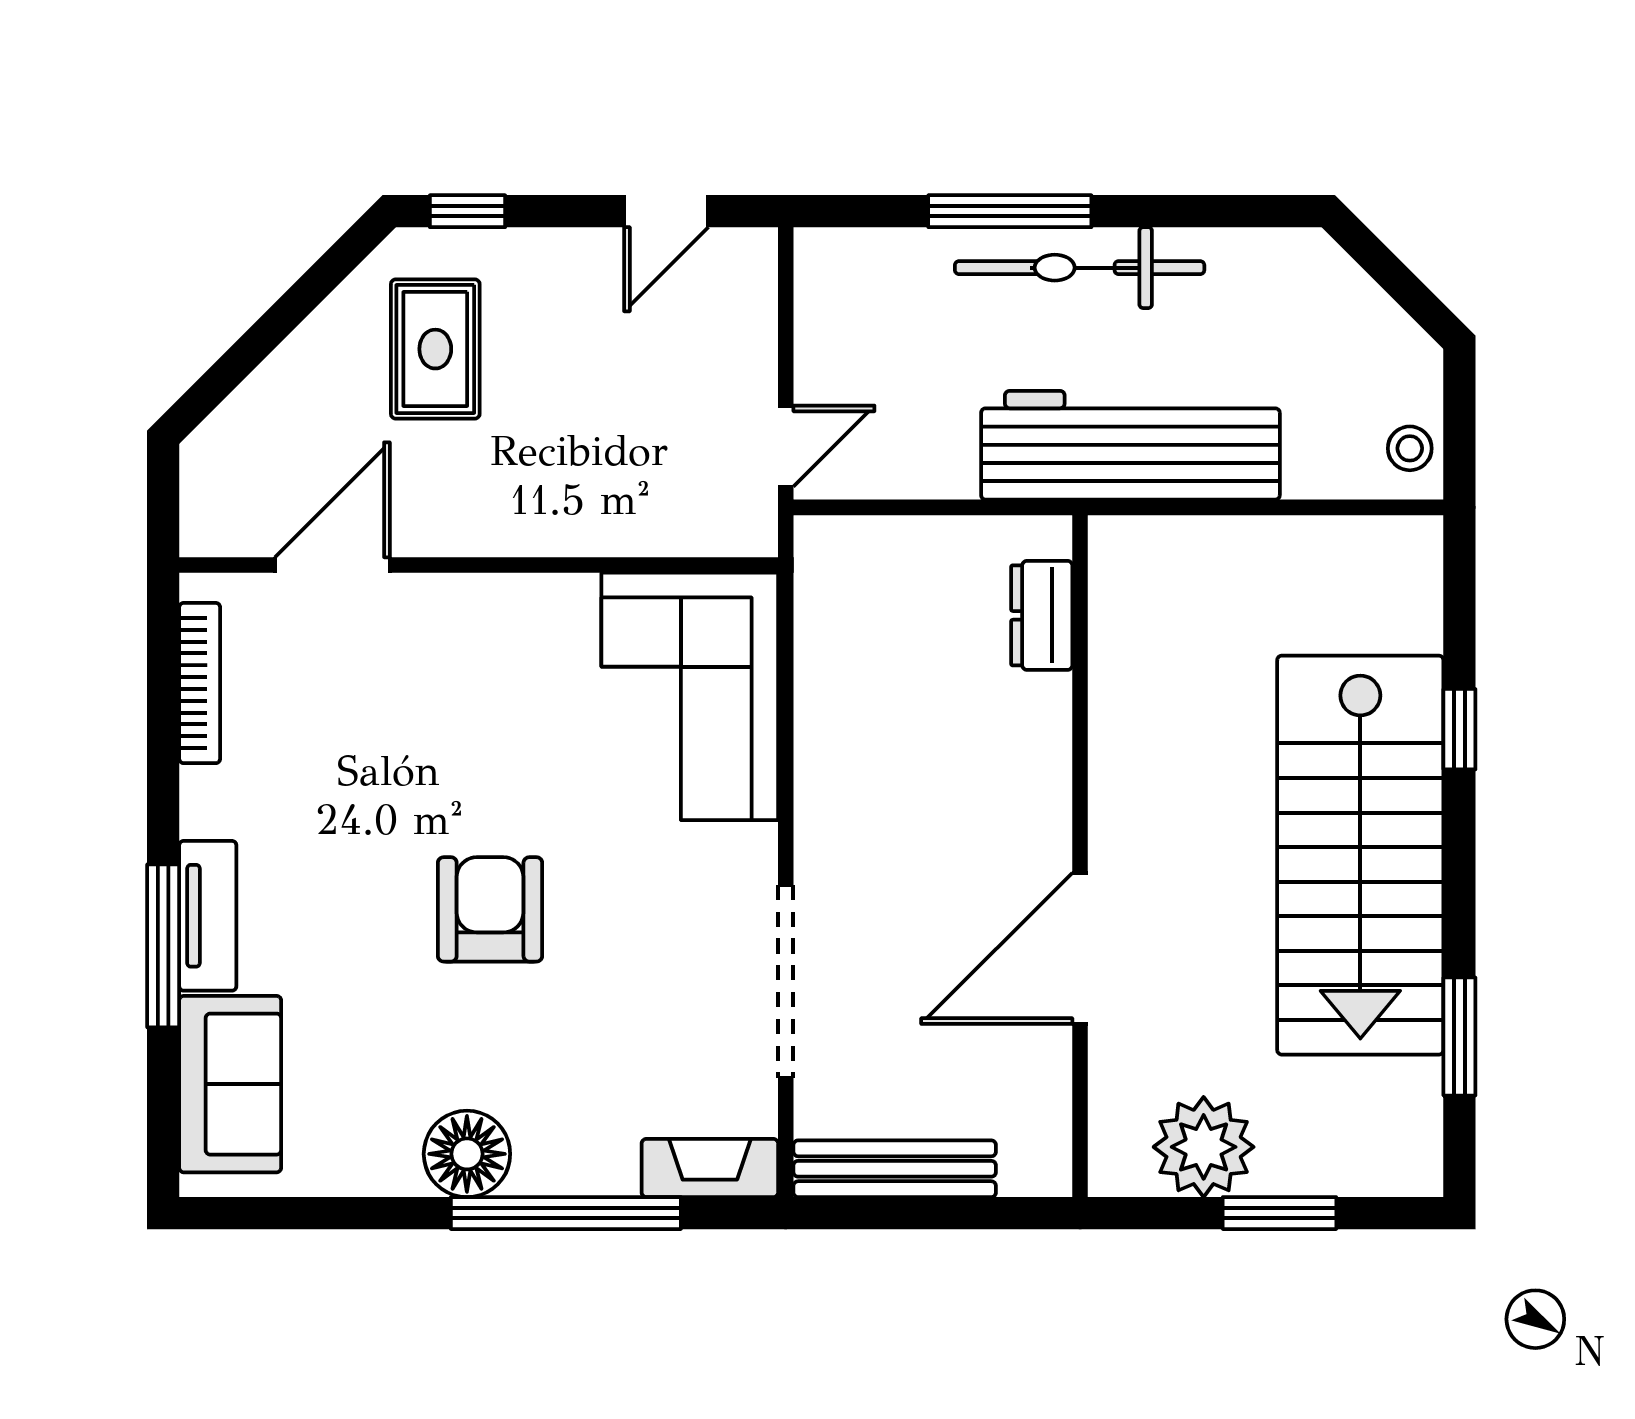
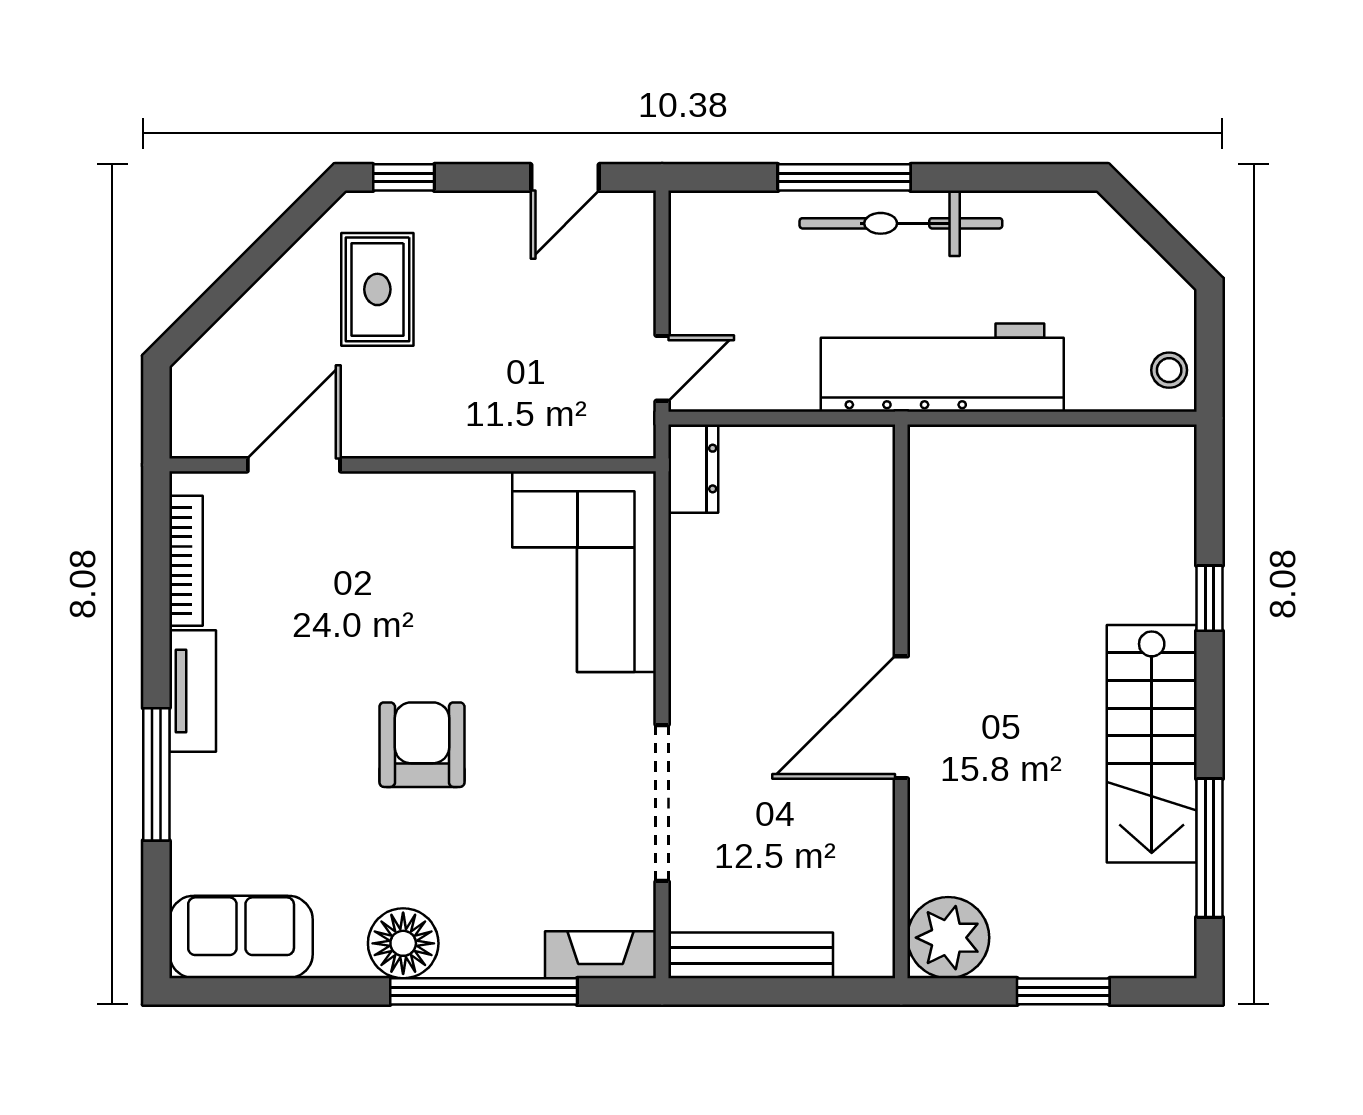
dresser: (1042, 615) -> (693, 469), moved, turned 180
stairs: (1360, 855) -> (1152, 744), width x0.73, depth x0.66
tv unit: (208, 916) -> (193, 691), moved
door: (1080, 948) -> (901, 717), moved
window: (1459, 1036) -> (1209, 848), width x1.44
sofa: (230, 1084) -> (241, 937), moved, turned -90
plant: (1204, 1147) -> (948, 938), moved

